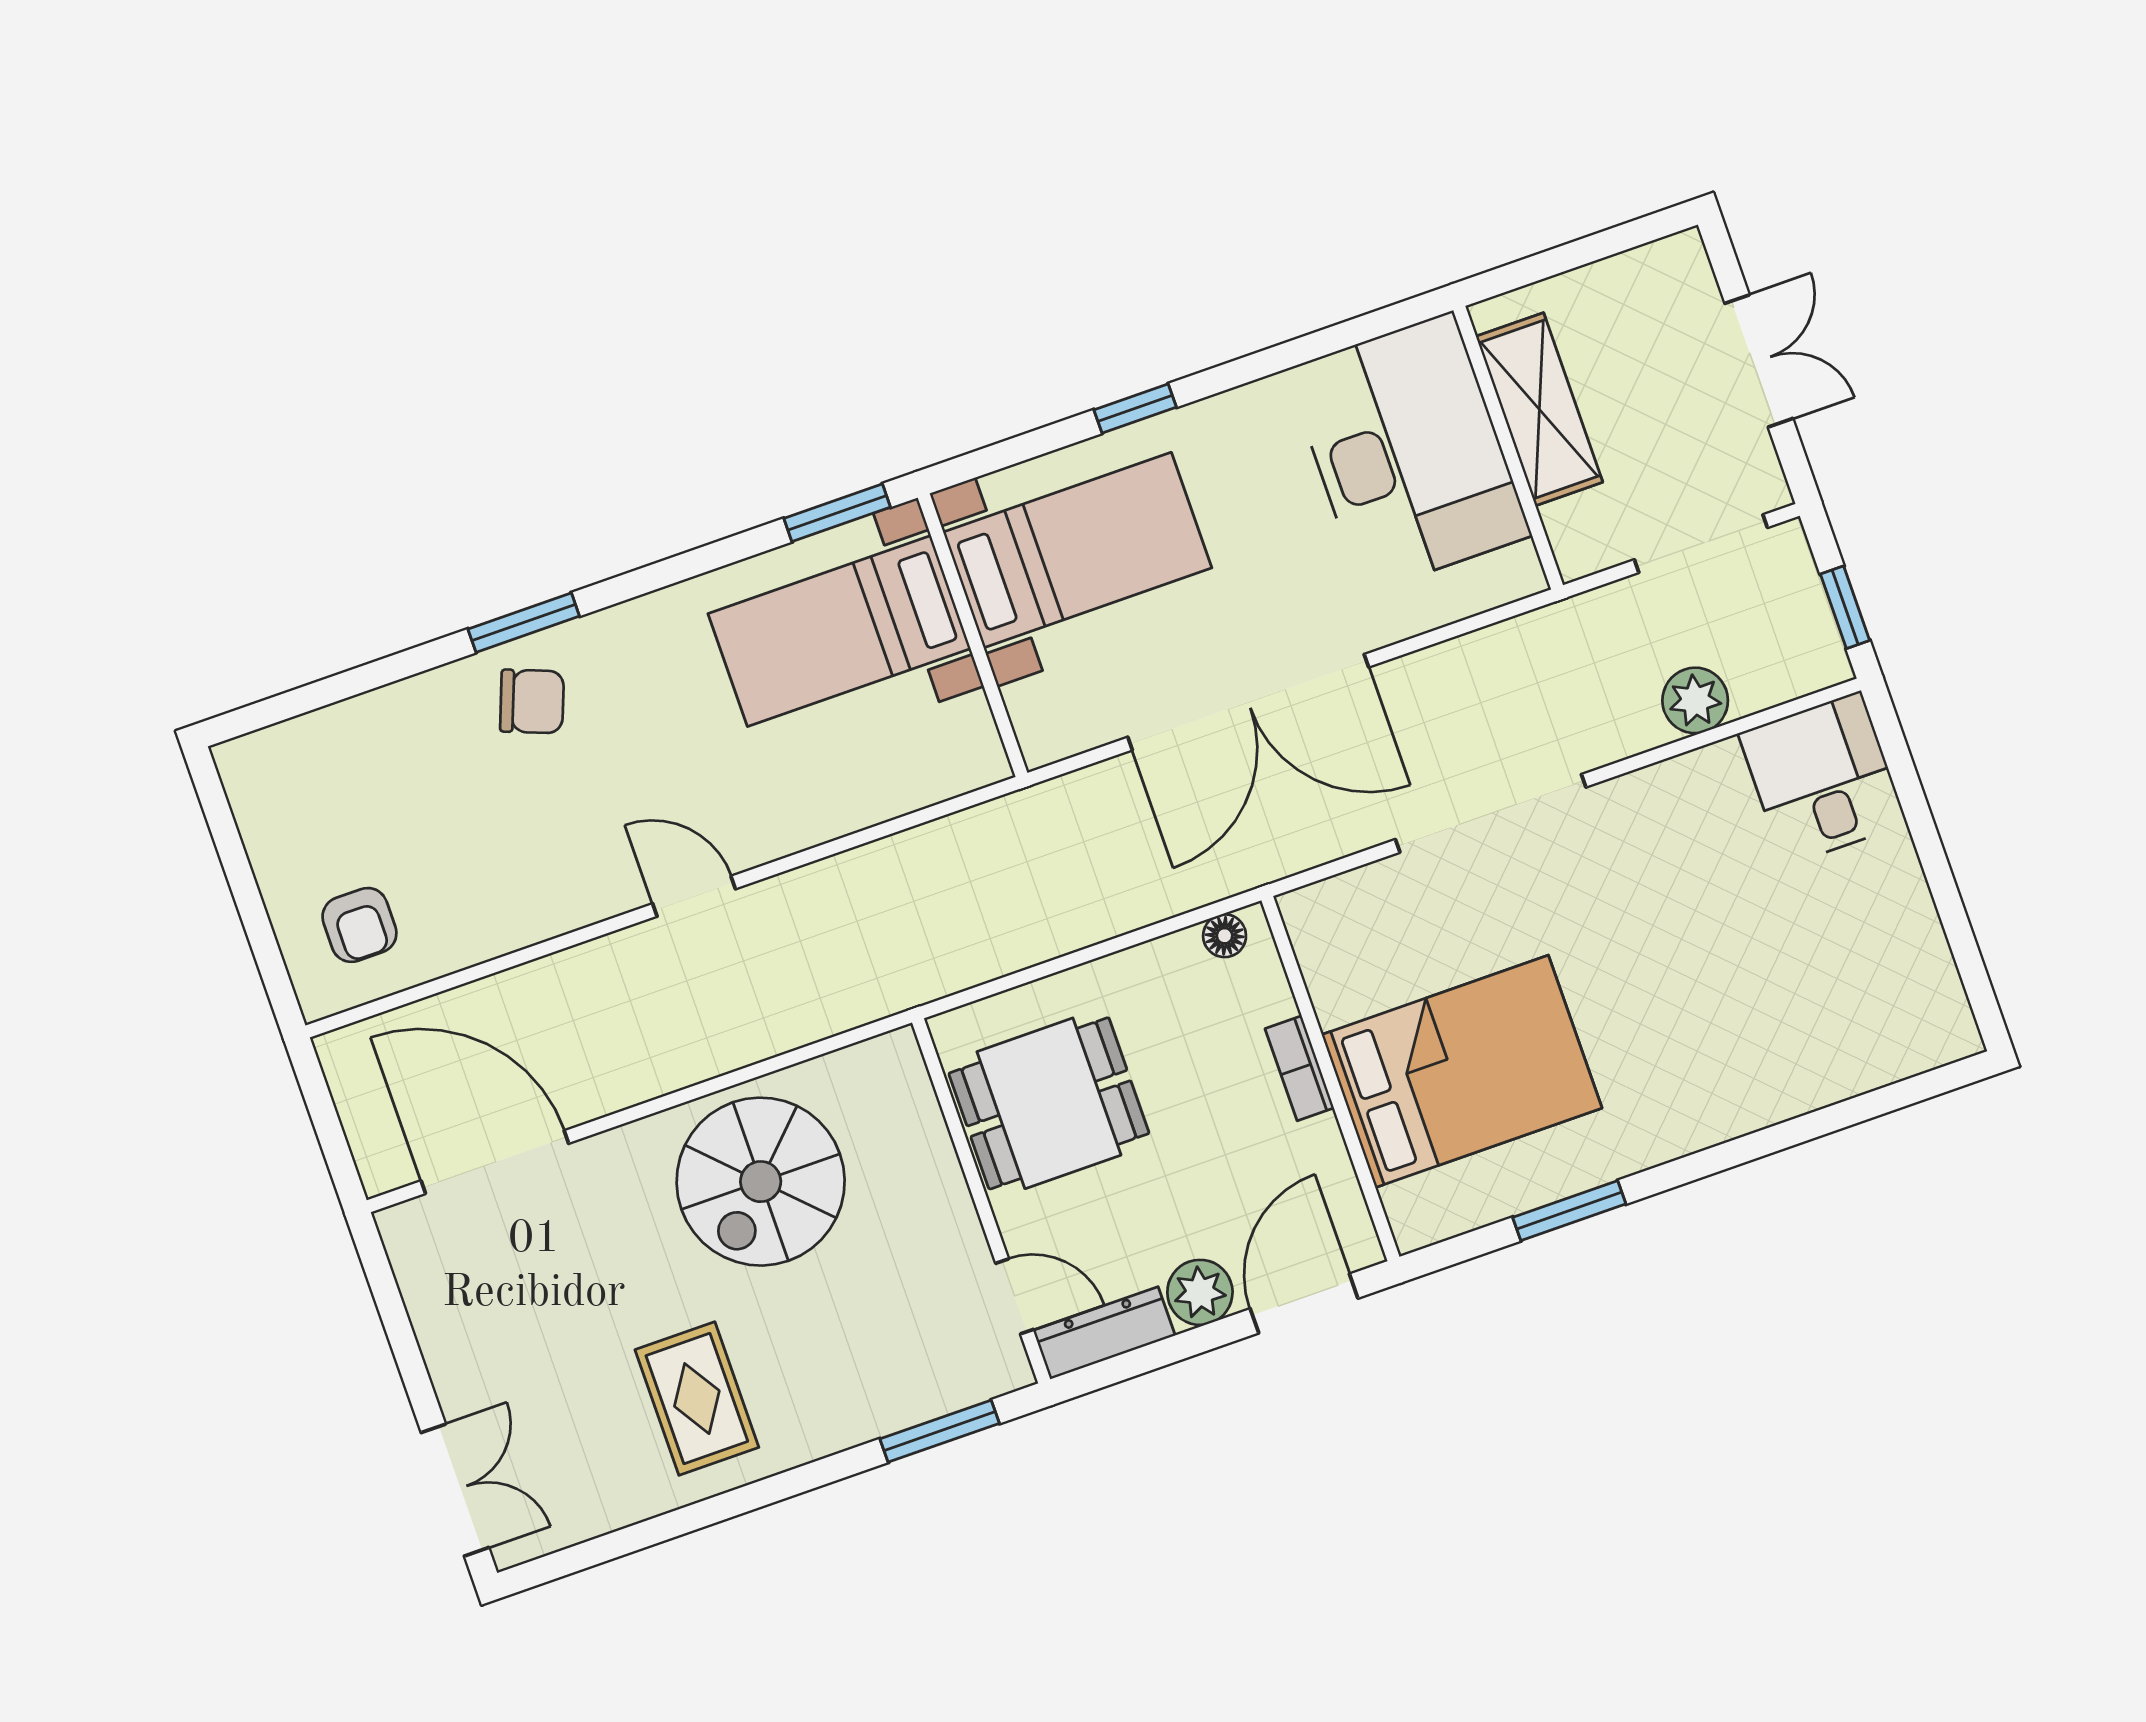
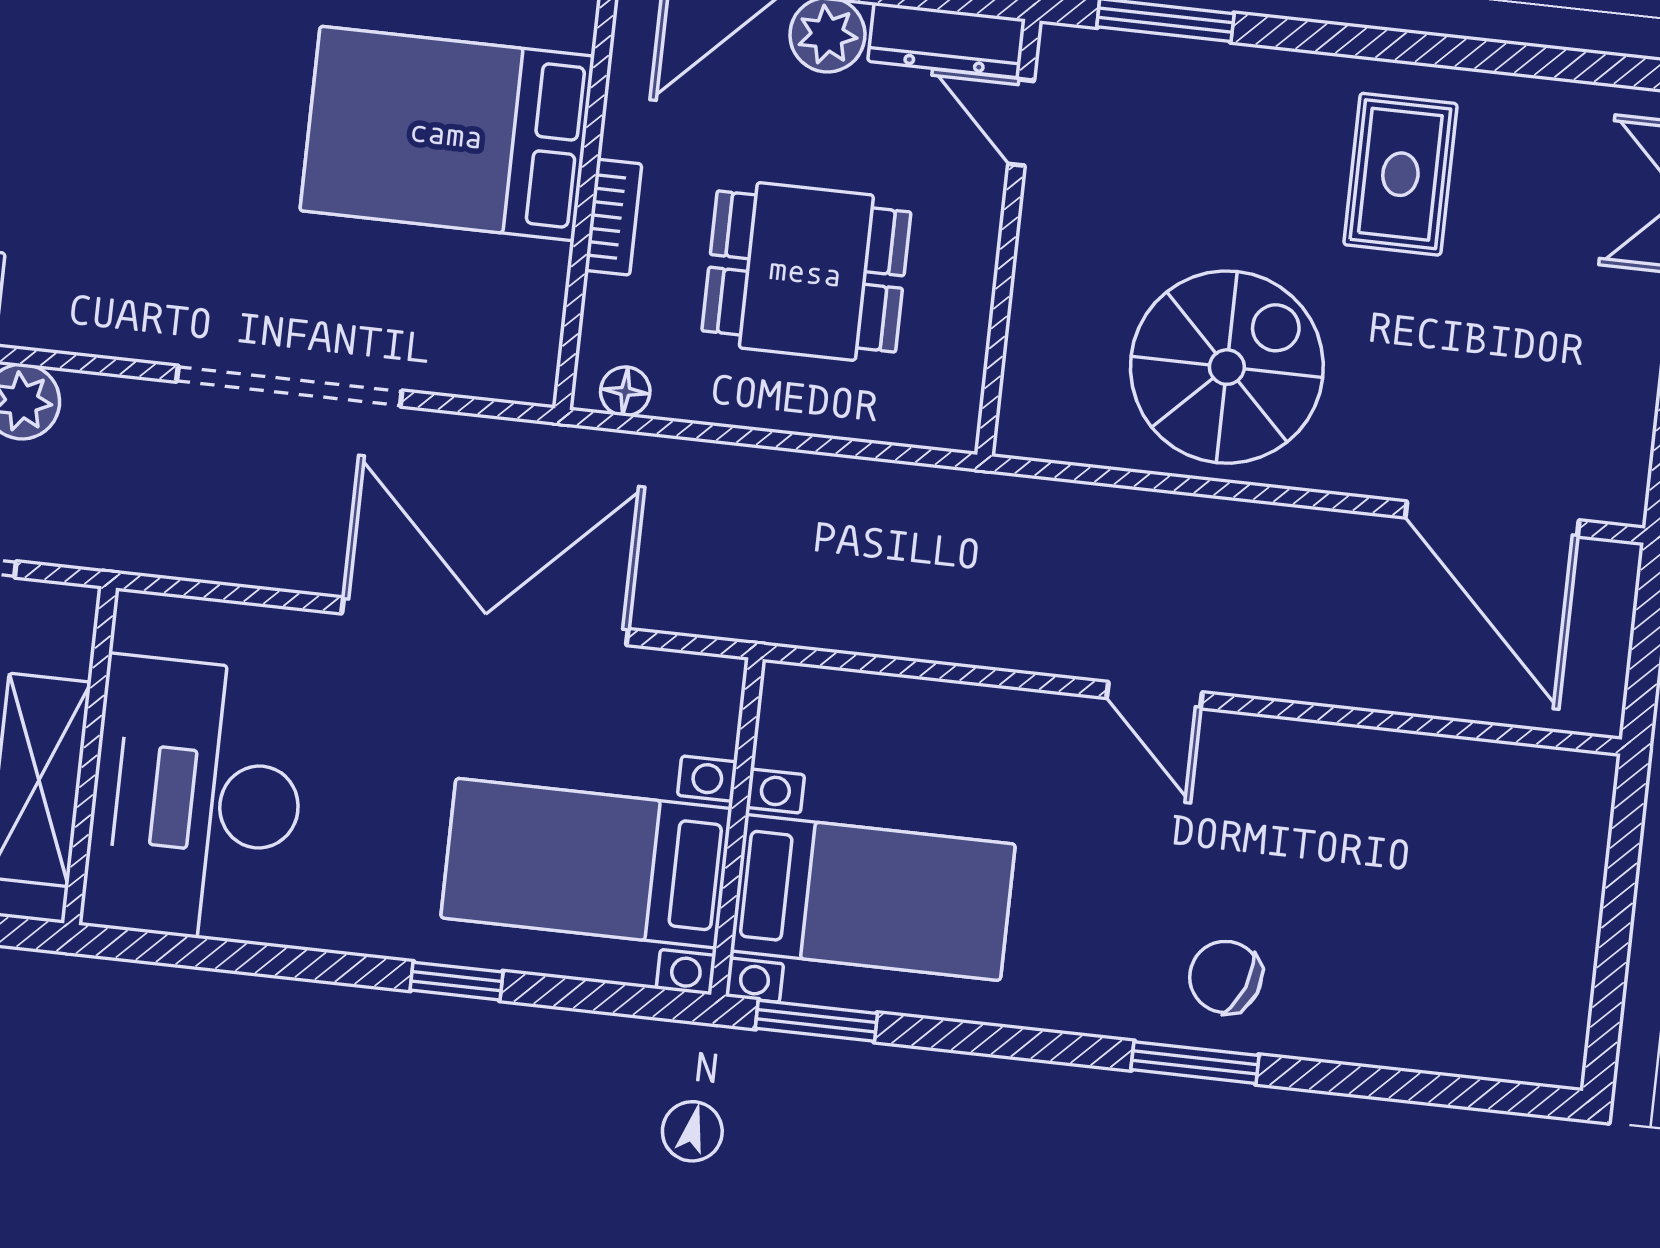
armchair: (359, 925) -> (1515, 831), removed
dining table: (1049, 1103) -> (806, 271), moved

